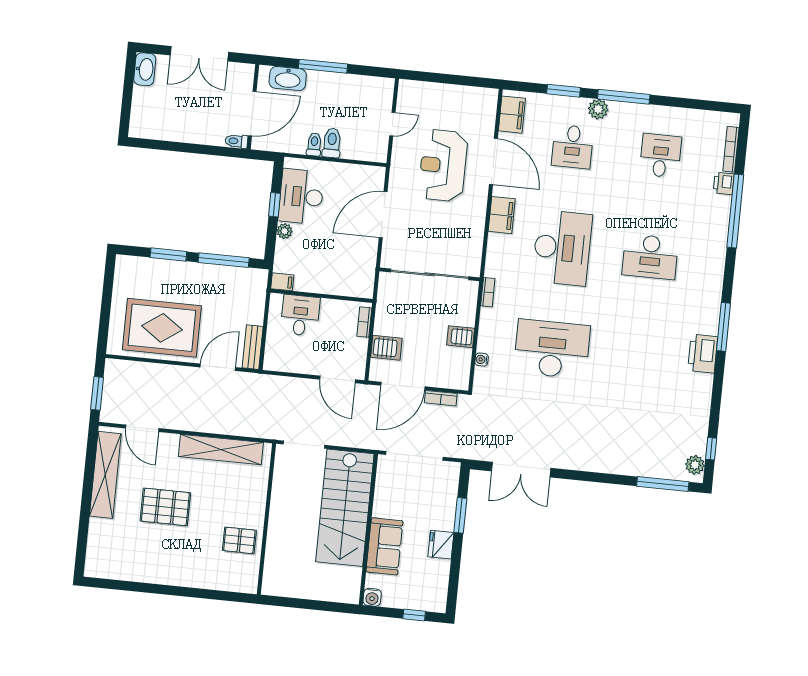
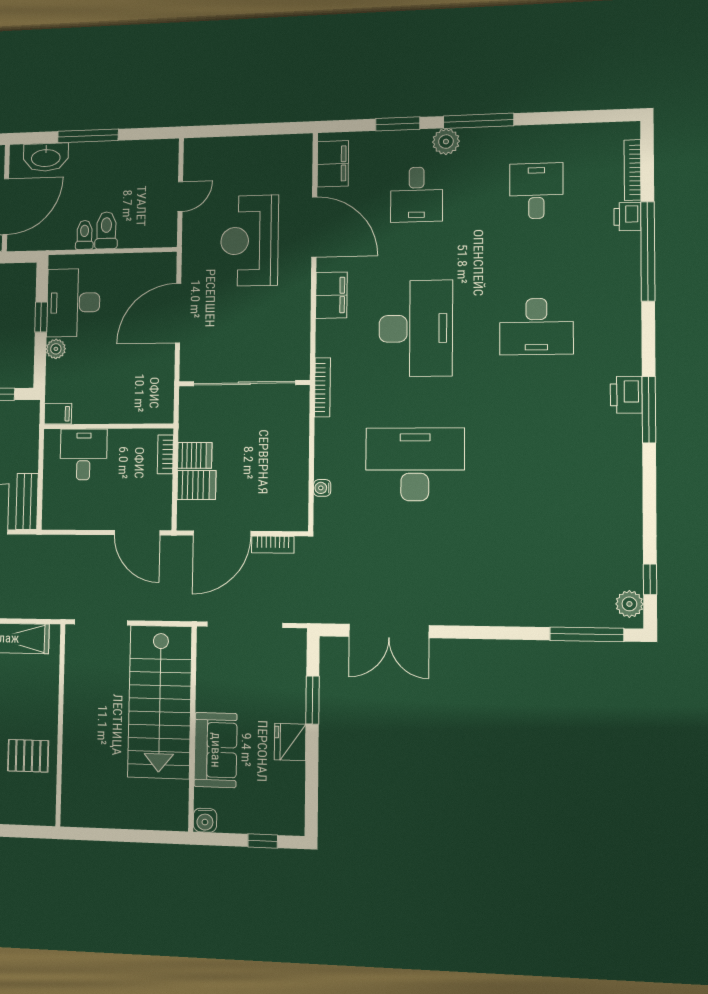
bookcase: (488, 292) -> (322, 387), width x1.56
server rack: (461, 337) -> (195, 455), moved, turned 180
printer: (703, 354) -> (626, 395), moved, width x0.73, depth x0.84

